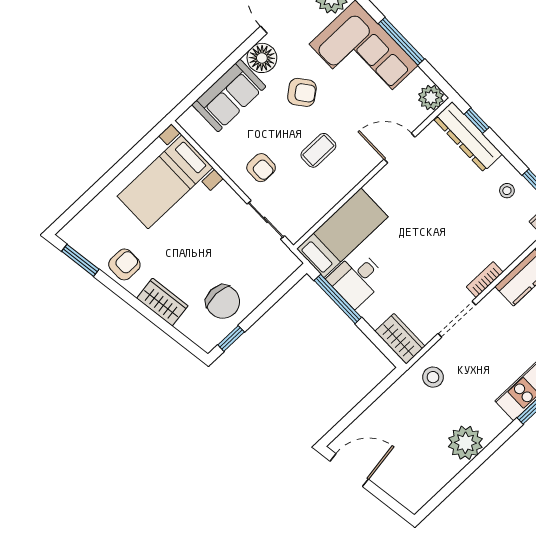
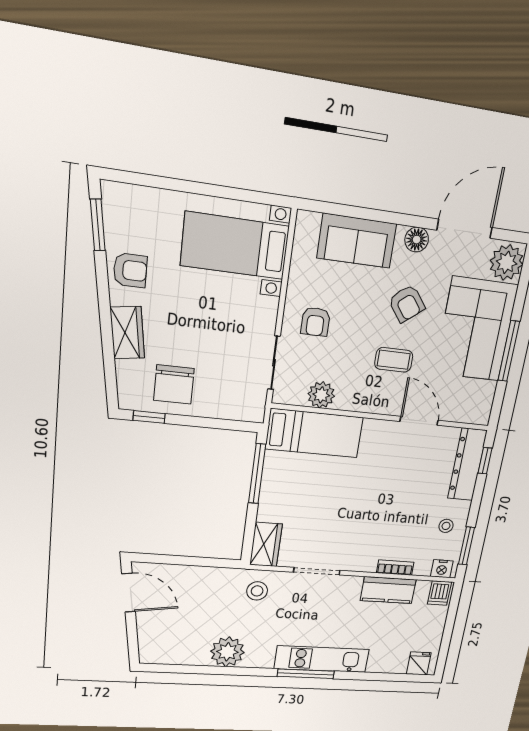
floor lamp: (262, 58) -> (417, 240), width x0.73, depth x0.73
plant: (431, 97) -> (321, 395), moved
coffee table: (318, 150) -> (394, 360), moved
desk: (357, 279) -> (286, 475), removed
bookcase: (485, 280) -> (395, 568), moved

